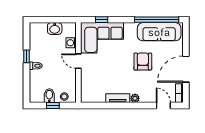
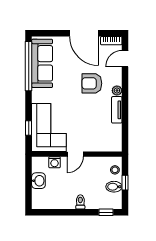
window: (27, 56) -> (106, 212), moved
armchair: (143, 62) -> (92, 83), moved

